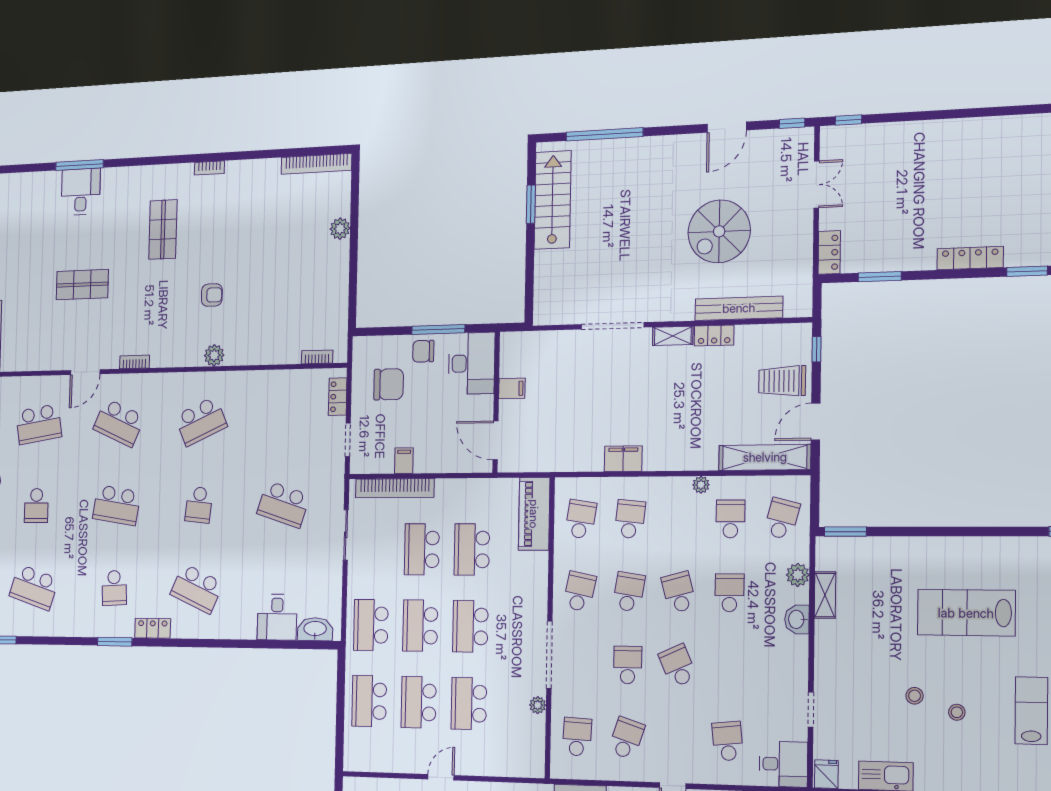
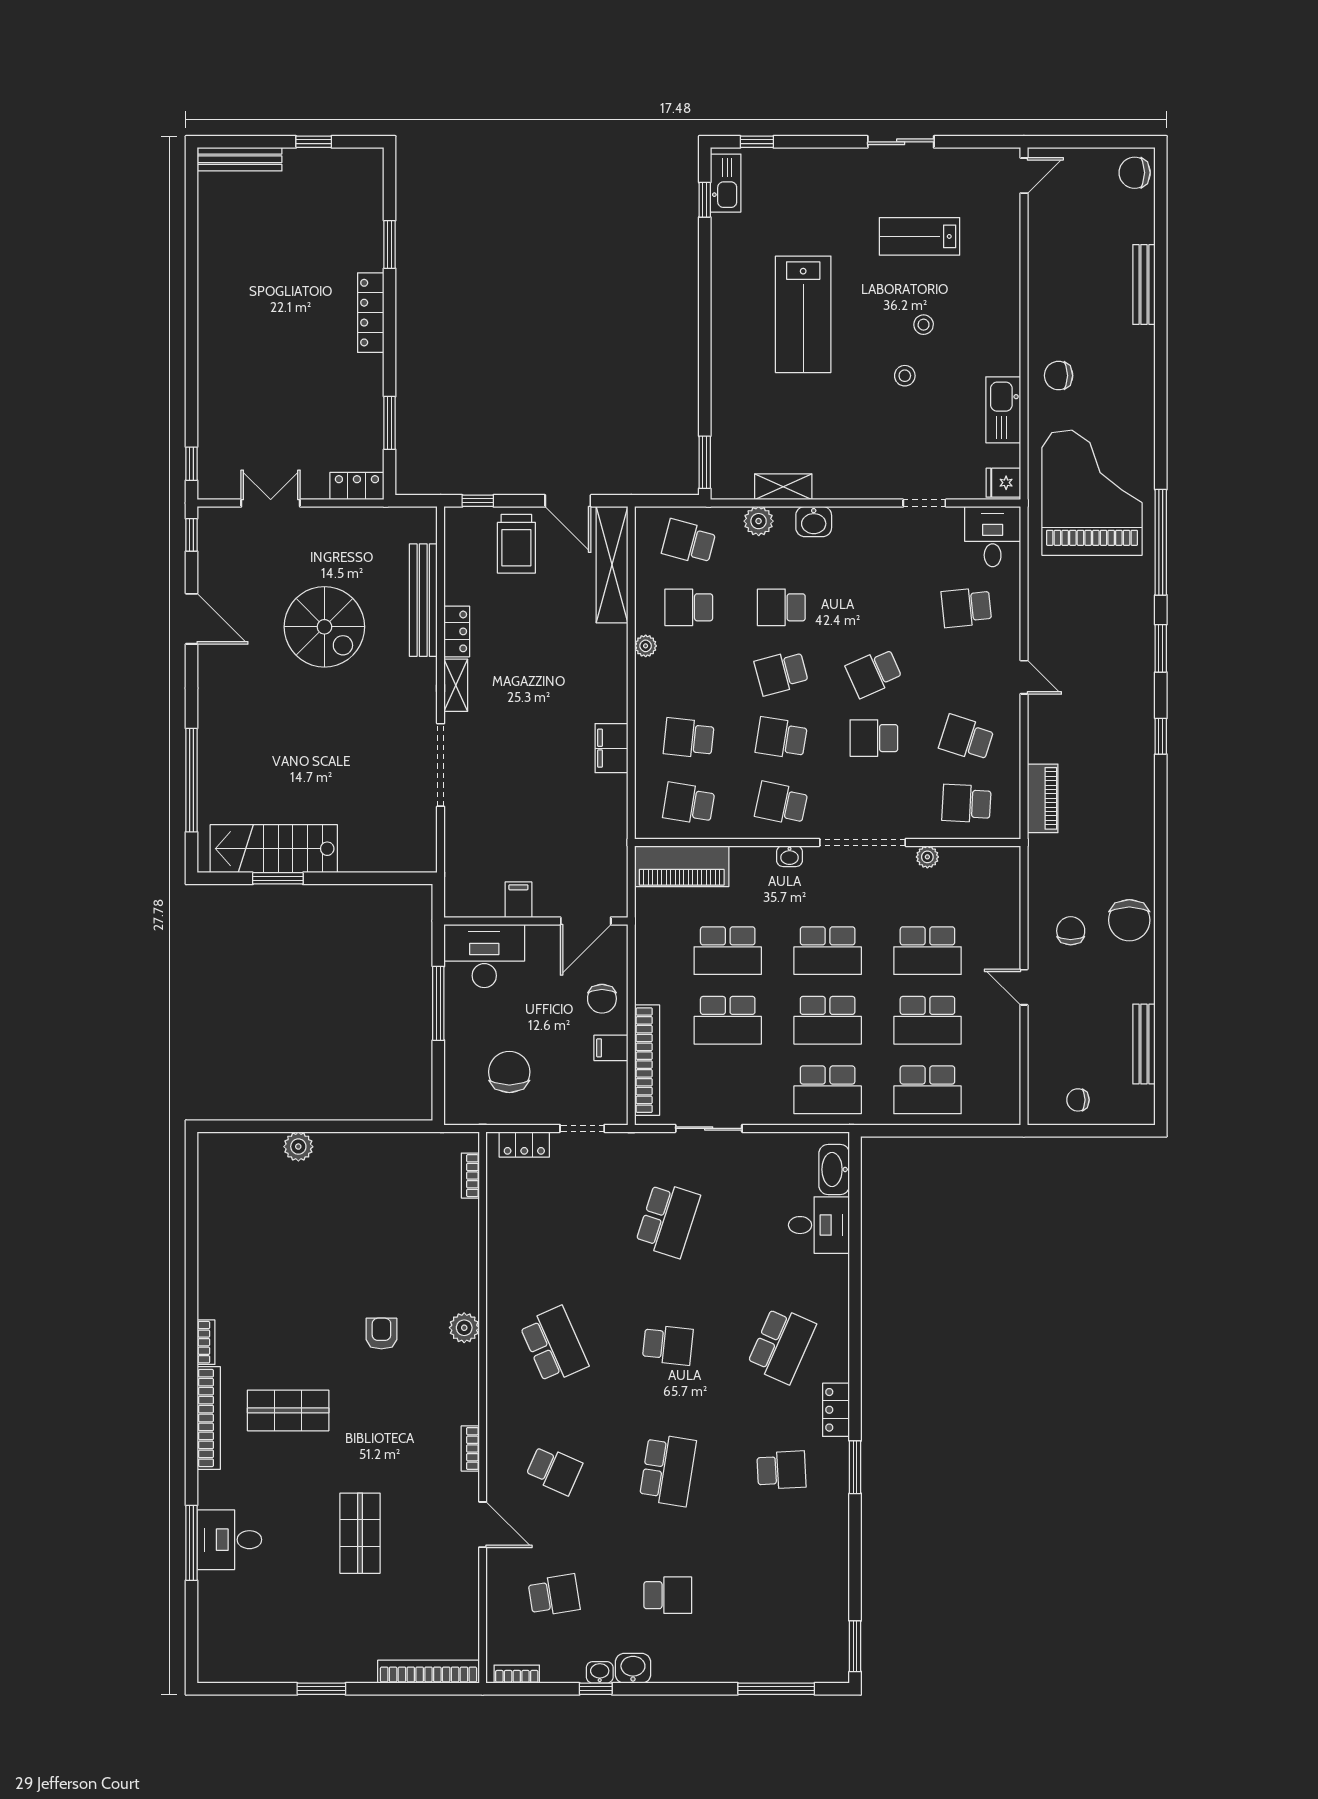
bookcase: (316, 164) -> (209, 1418), moved
chair: (423, 351) -> (602, 999), moved
school desk: (119, 423) -> (554, 1470), width x0.54
school desk: (39, 424) -> (554, 1595), width x0.54
school desk: (34, 587) -> (781, 1595), removed
washbasin: (540, 598) -> (789, 856), added

